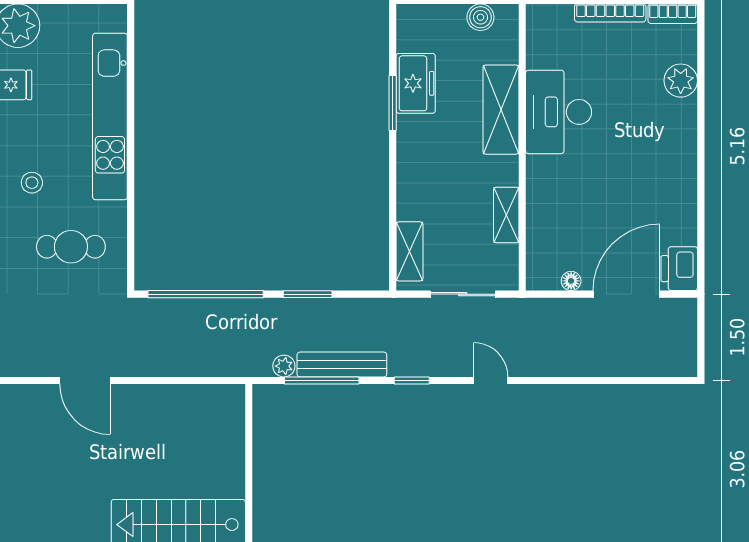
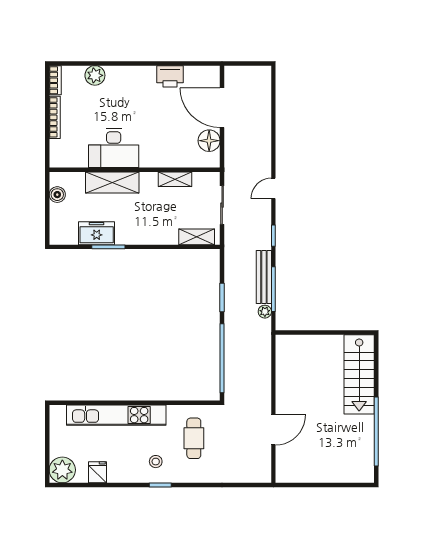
printer: (679, 269) -> (170, 76), moved
floor lamp: (571, 281) -> (209, 141), width x1.89, depth x1.89

